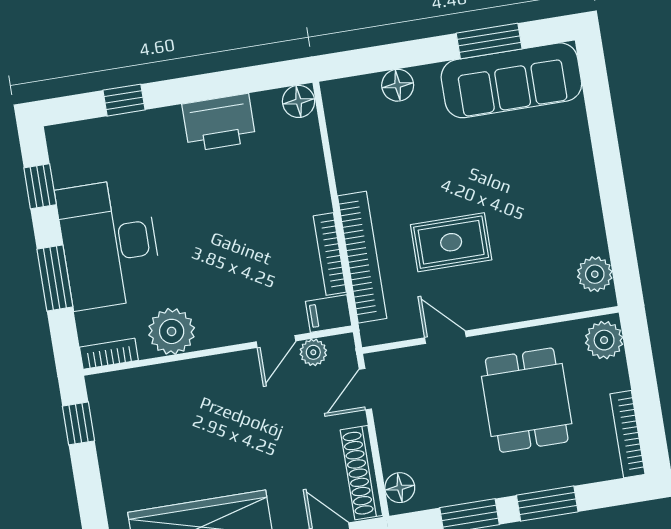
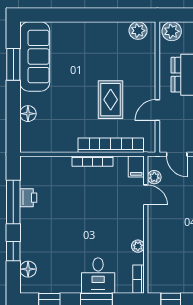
window: (220, 85) -> (13, 202), added
floor lamp: (299, 101) -> (28, 269), moved
printer: (219, 123) -> (28, 198), width x0.53, depth x0.68
desk: (109, 244) -> (98, 276), width x0.53, depth x0.77
bookcase: (330, 254) -> (93, 161), moved
plant: (172, 331) -> (138, 246), width x0.53, depth x0.53

